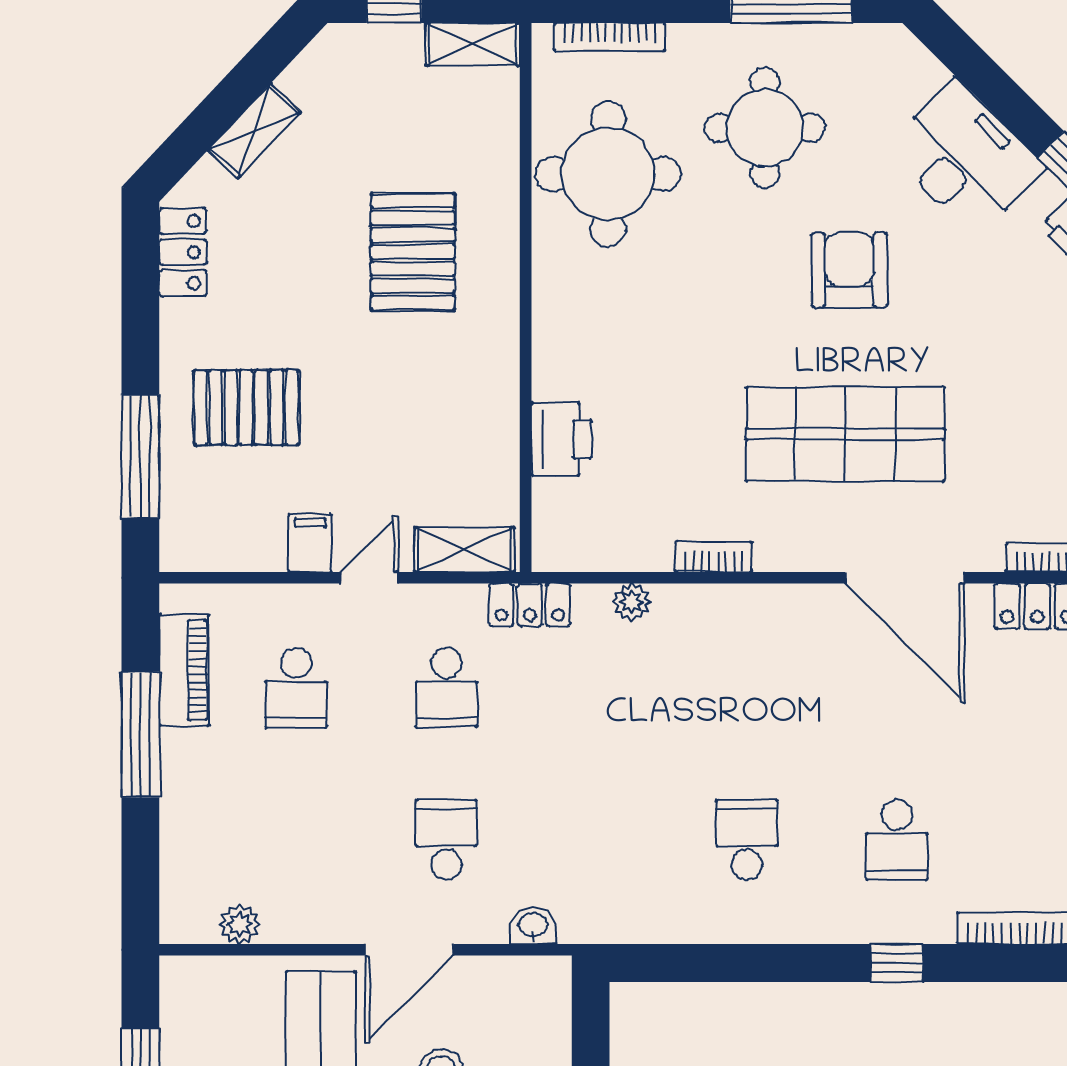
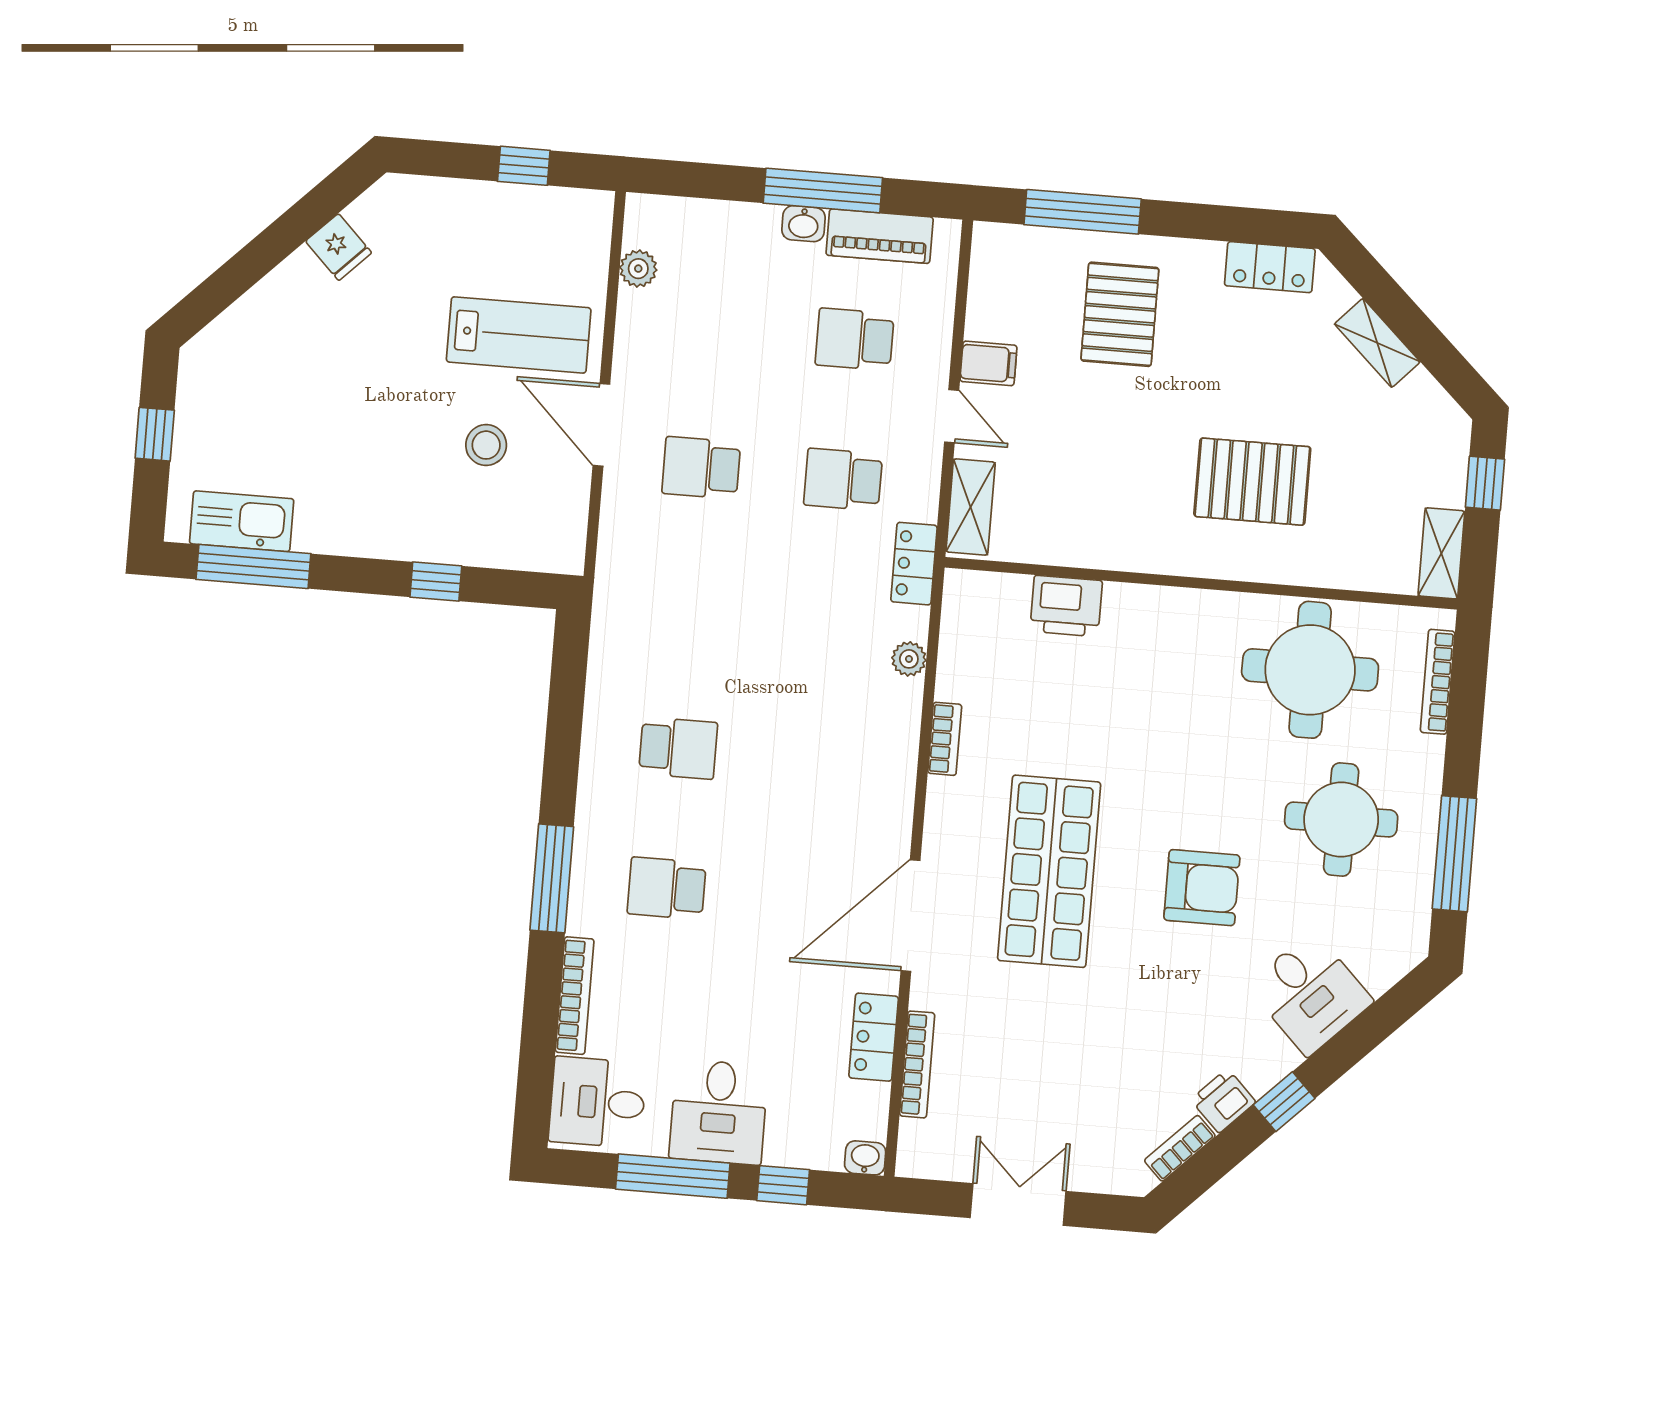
desk: (965, 158) -> (1310, 993), width x0.73
school desk: (446, 840) -> (701, 468), turned 180
washbasin: (533, 926) -> (804, 224), moved, turned 90
window: (896, 963) -> (552, 878), width x2.17

